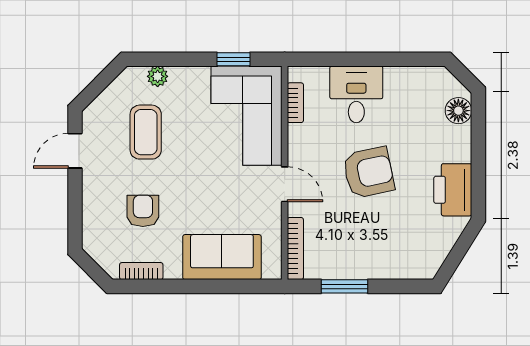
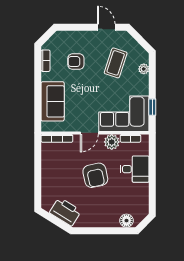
coffee table: (146, 132) -> (116, 63), turned -72
plant: (302, 140) -> (112, 142), added
printer: (453, 190) -> (65, 212), moved, turned 32
armchair: (143, 211) -> (76, 62), turned 180
window: (344, 286) -> (38, 163), removed

